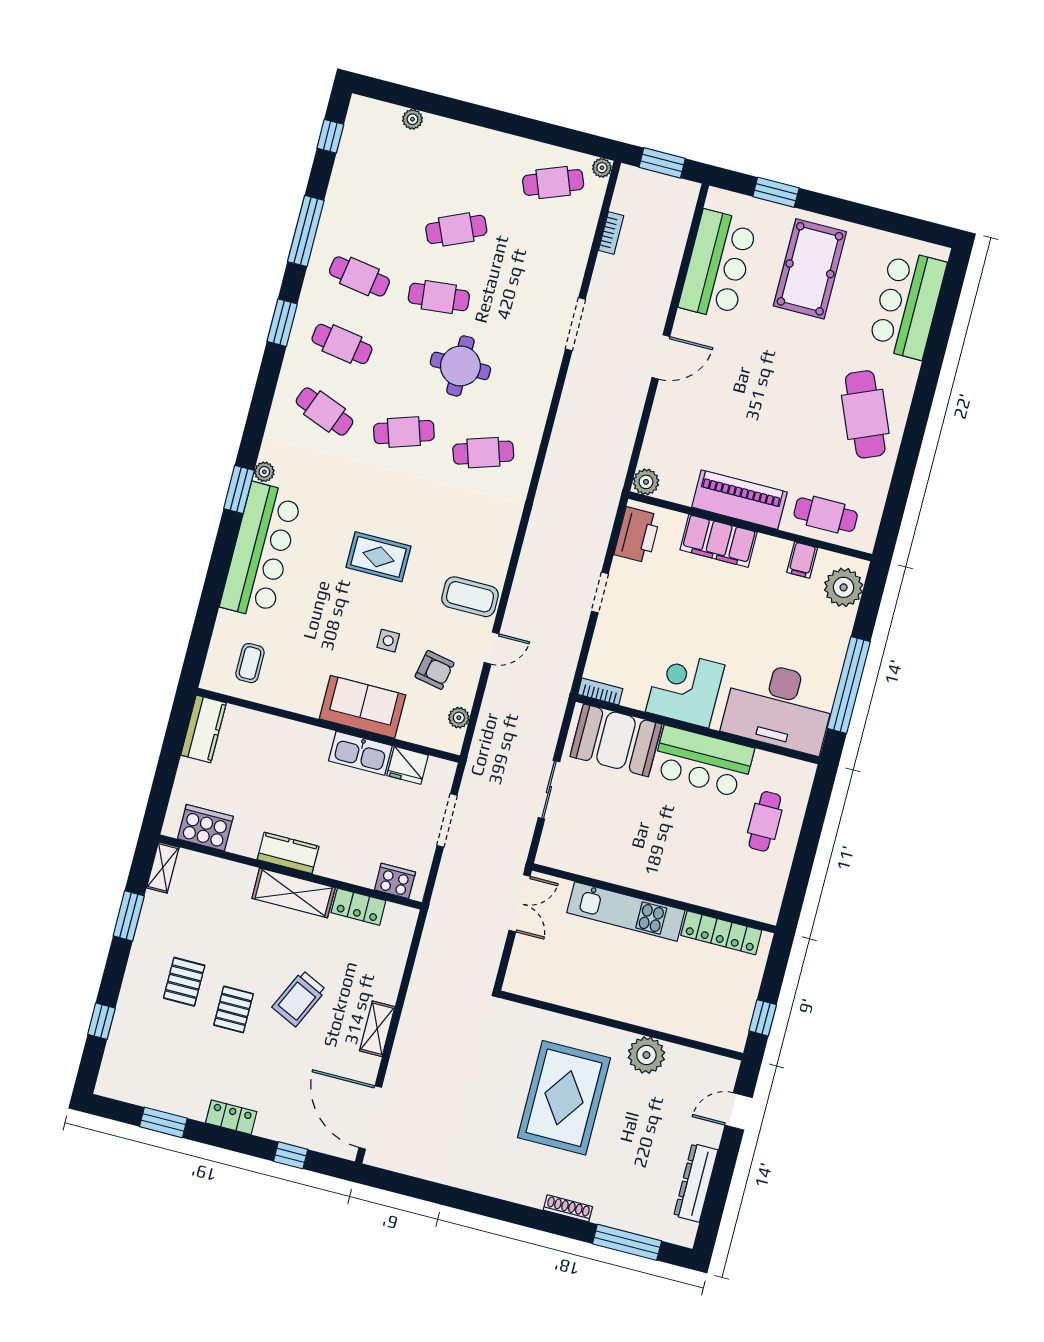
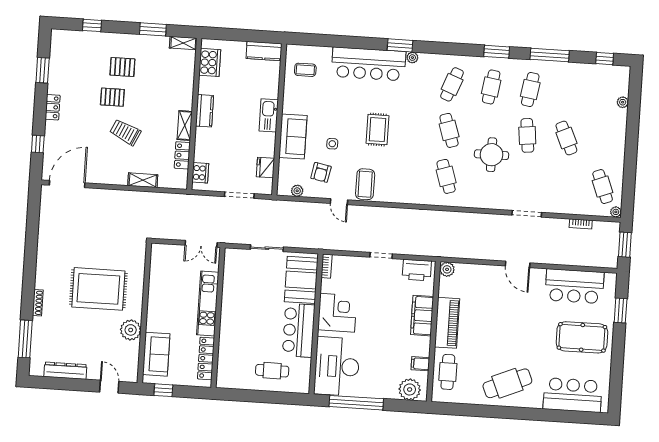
kitchen sink: (360, 753) -> (269, 115), moved
shelving: (294, 893) -> (185, 125), width x0.67, depth x0.75
sofa: (697, 1019) -> (156, 354), added
shelving: (377, 1029) -> (143, 180), moved

